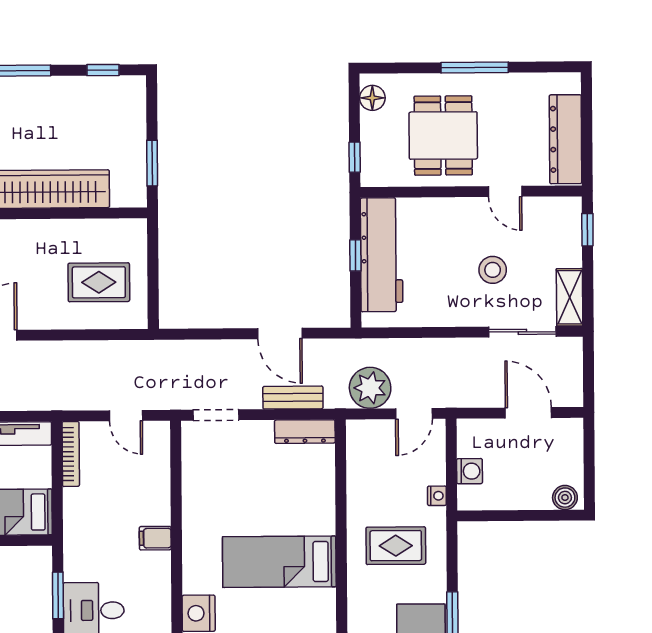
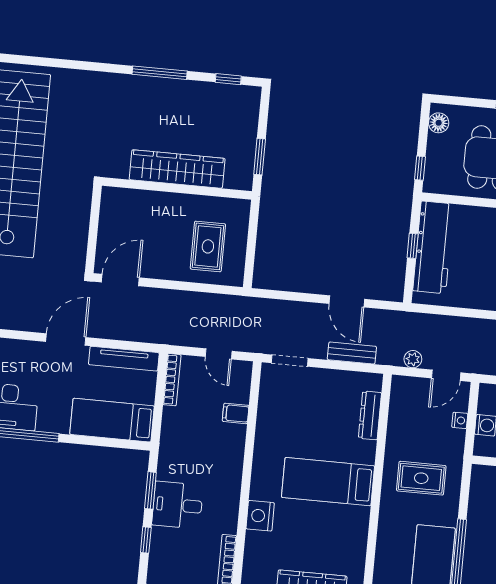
rug: (99, 282) -> (208, 246), turned 90
plant: (370, 388) -> (413, 359), width x0.53, depth x0.53
dresser: (305, 432) -> (370, 415), moved, turned 90
nightstand: (437, 496) -> (460, 420), moved
filing cabinet: (155, 538) -> (236, 413), moved

